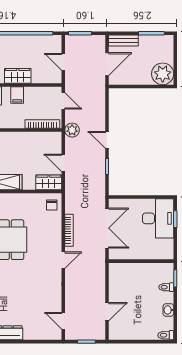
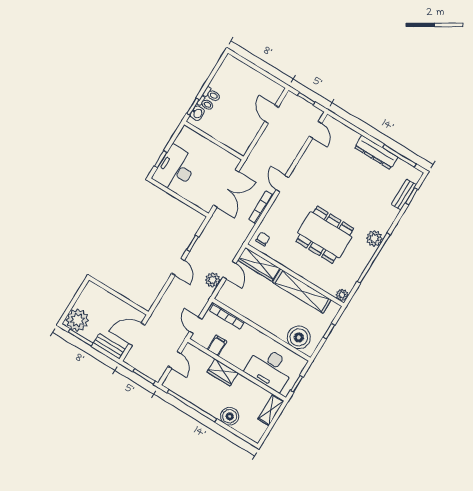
plant: (163, 74) -> (77, 320), moved
filing cabinet: (17, 95) -> (217, 345), moved
plant: (72, 130) -> (213, 280), moved
wardrobe: (49, 182) -> (259, 264), width x1.50
double door: (107, 228) -> (226, 188), swing flipped
door: (63, 260) -> (282, 184), hinge flipped
washbasin: (168, 310) -> (197, 113), moved
door: (107, 312) -> (272, 114), hinge flipped
toilet: (166, 335) -> (212, 95), moved

